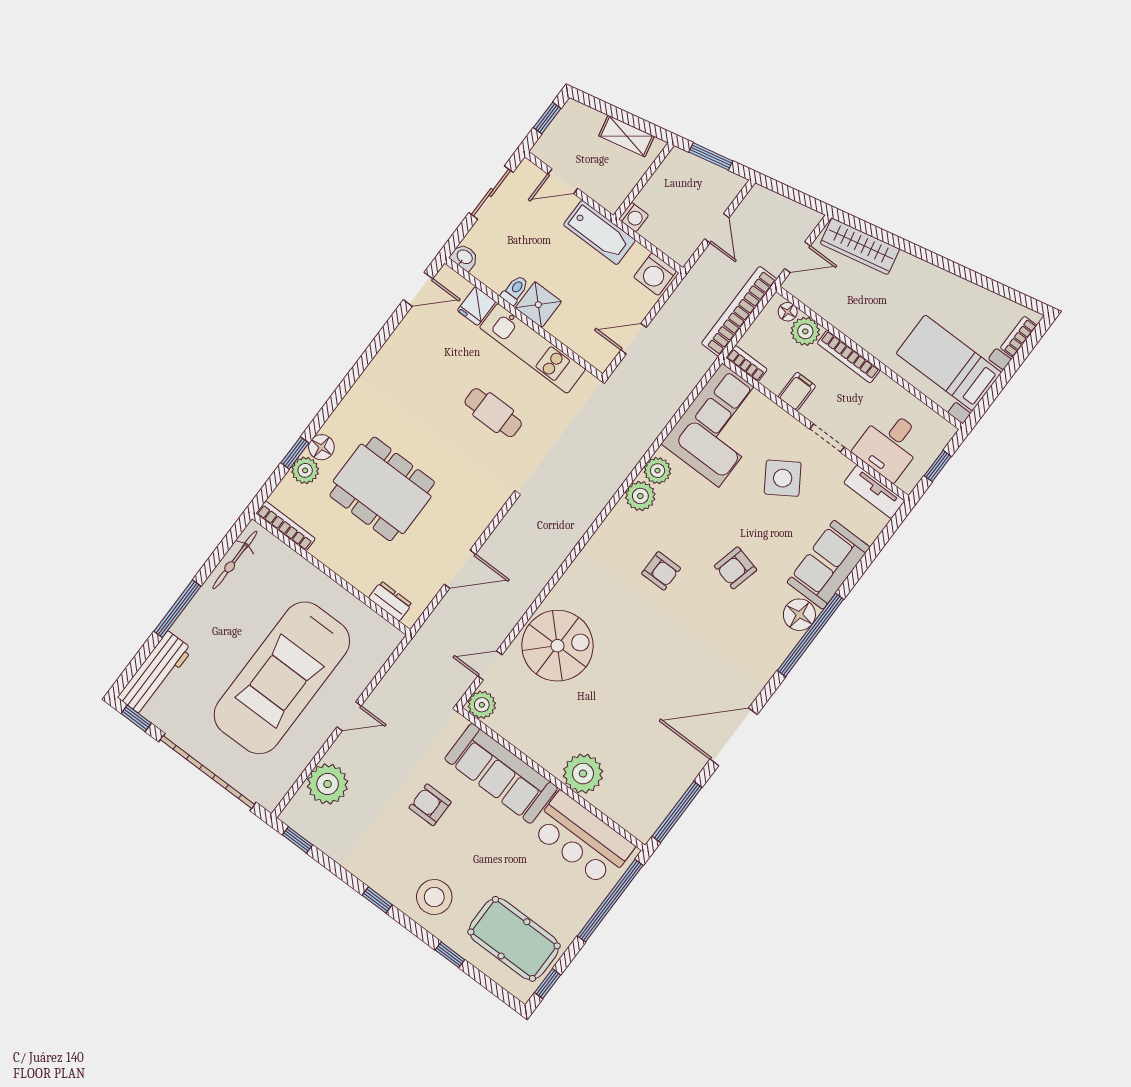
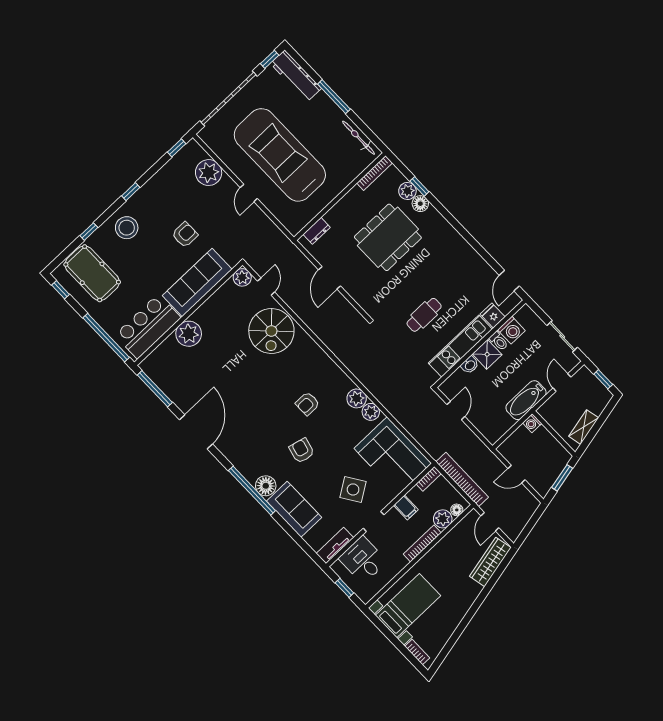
washbasin: (464, 257) -> (470, 365), moved
washing machine: (655, 274) -> (511, 330), moved, turned 180
pool table: (514, 939) -> (92, 273), turned 90

